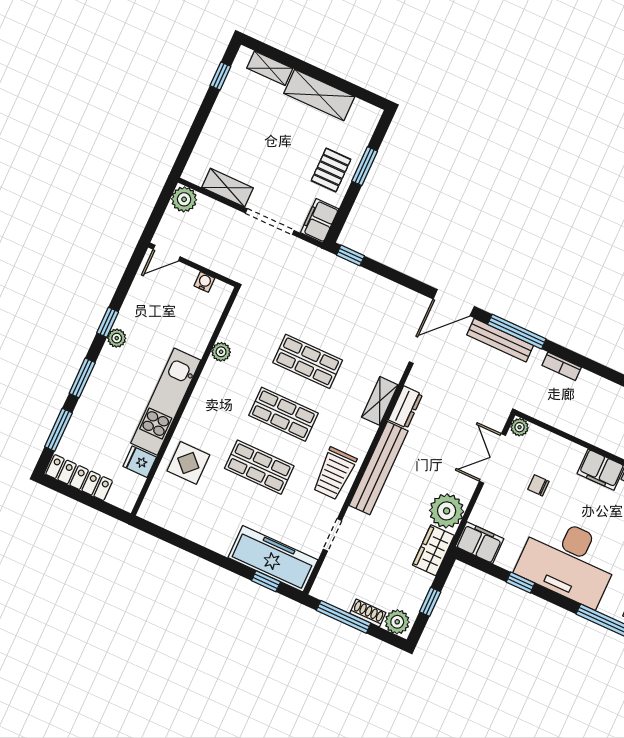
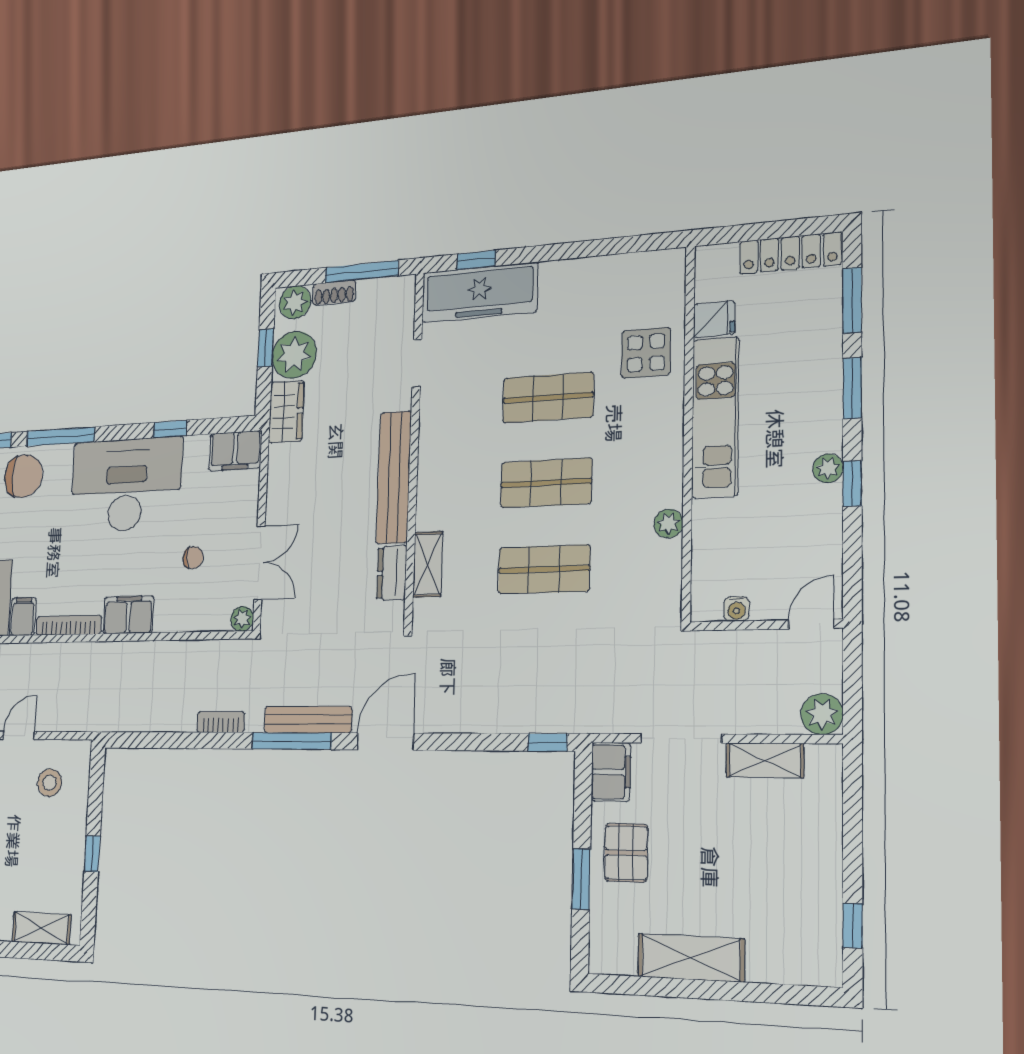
shelving: (270, 68) -> (782, 969), removed
trolley: (334, 473) -> (447, 441), removed
plant: (447, 511) -> (294, 355), moved

